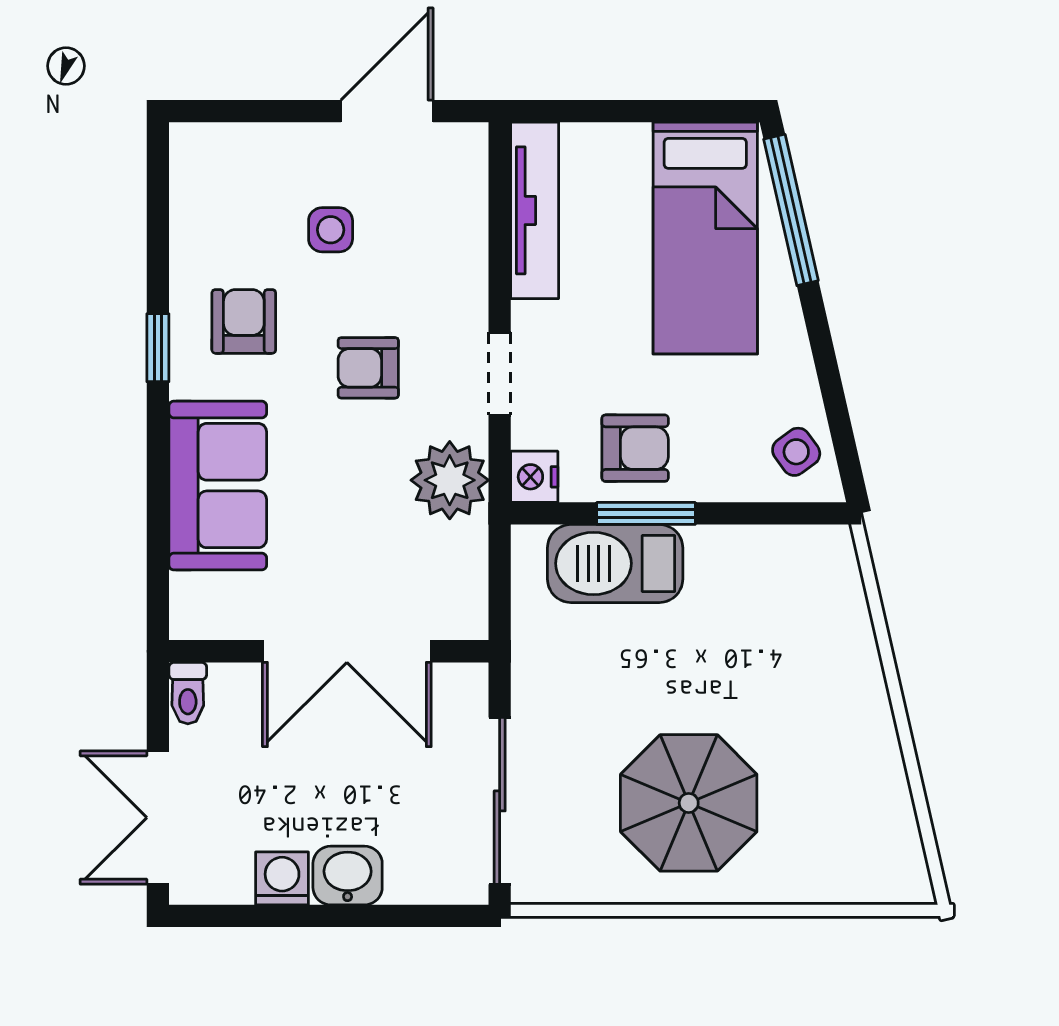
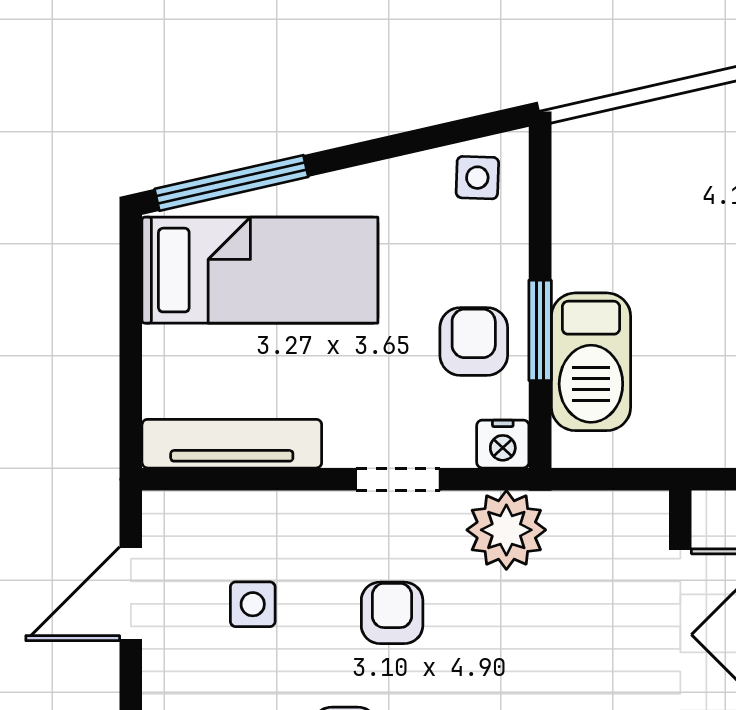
door: (387, 111) -> (131, 594), hinge flipped
side table: (331, 230) -> (253, 604), moved
armchair: (368, 368) -> (392, 613), turned 180
side table: (796, 452) -> (477, 178), turned 38

